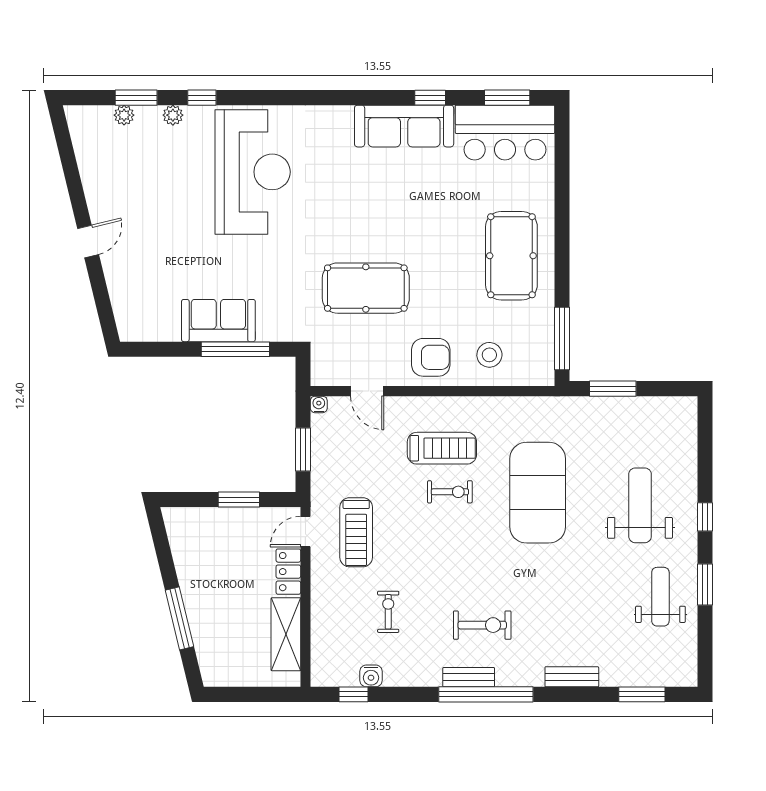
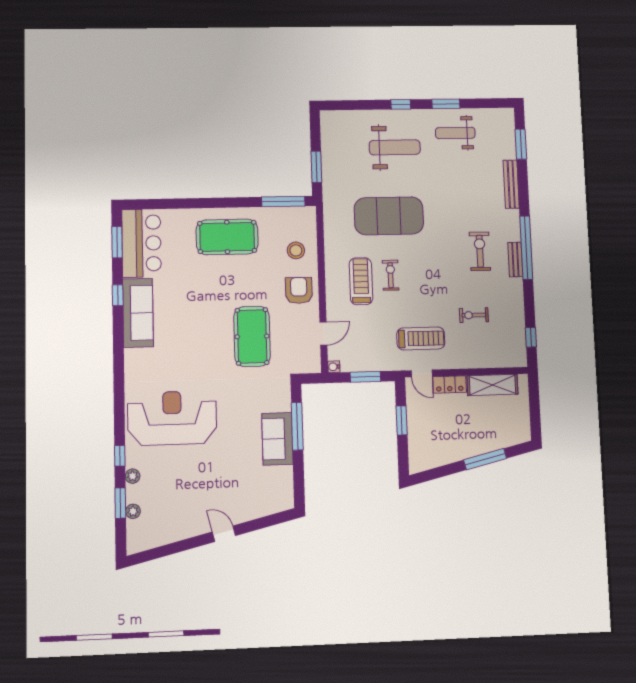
weight bench: (640, 505) -> (395, 147), turned 180
water cooler: (371, 676) -> (518, 326), removed
bench: (572, 677) -> (511, 184), width x1.36

